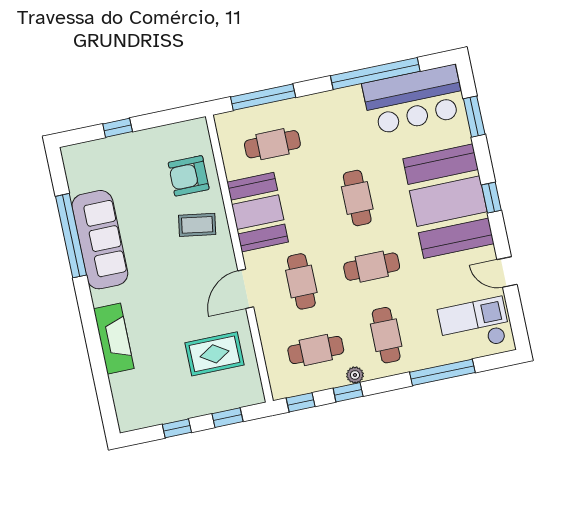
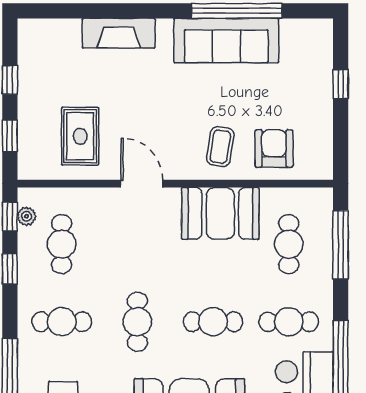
cafe table: (301, 281) -> (289, 322), moved
plant: (355, 375) -> (27, 216), moved

